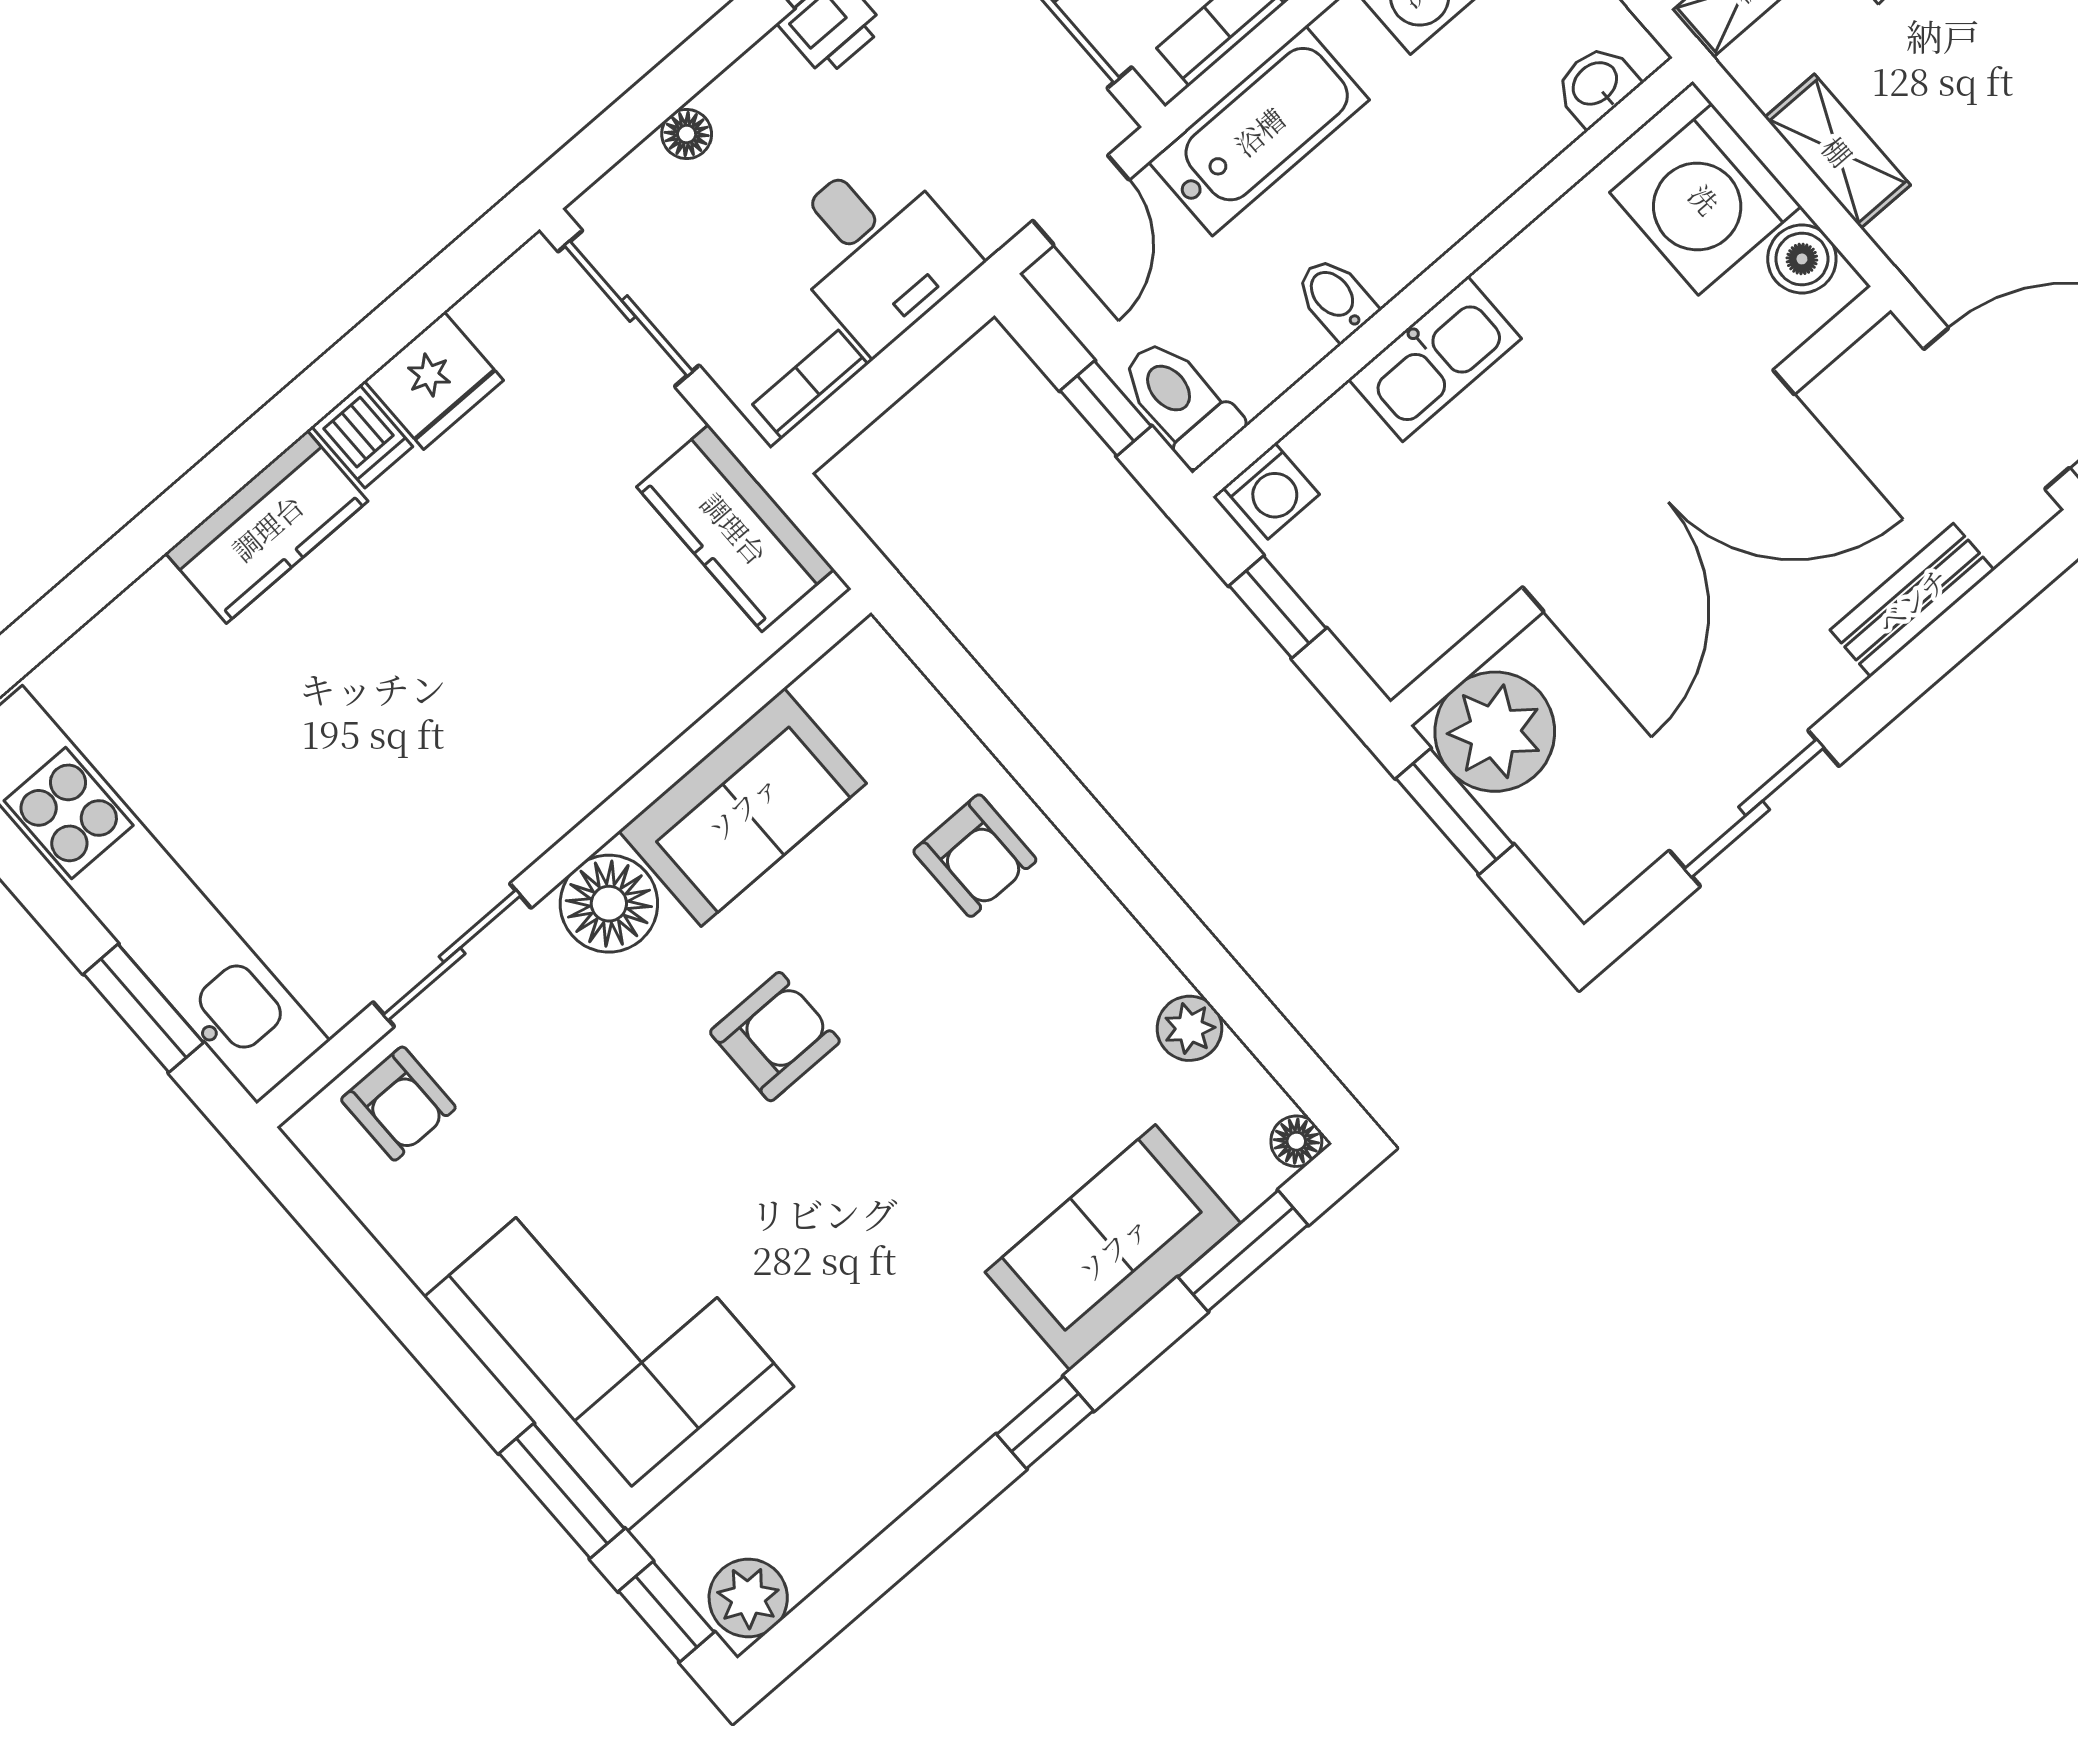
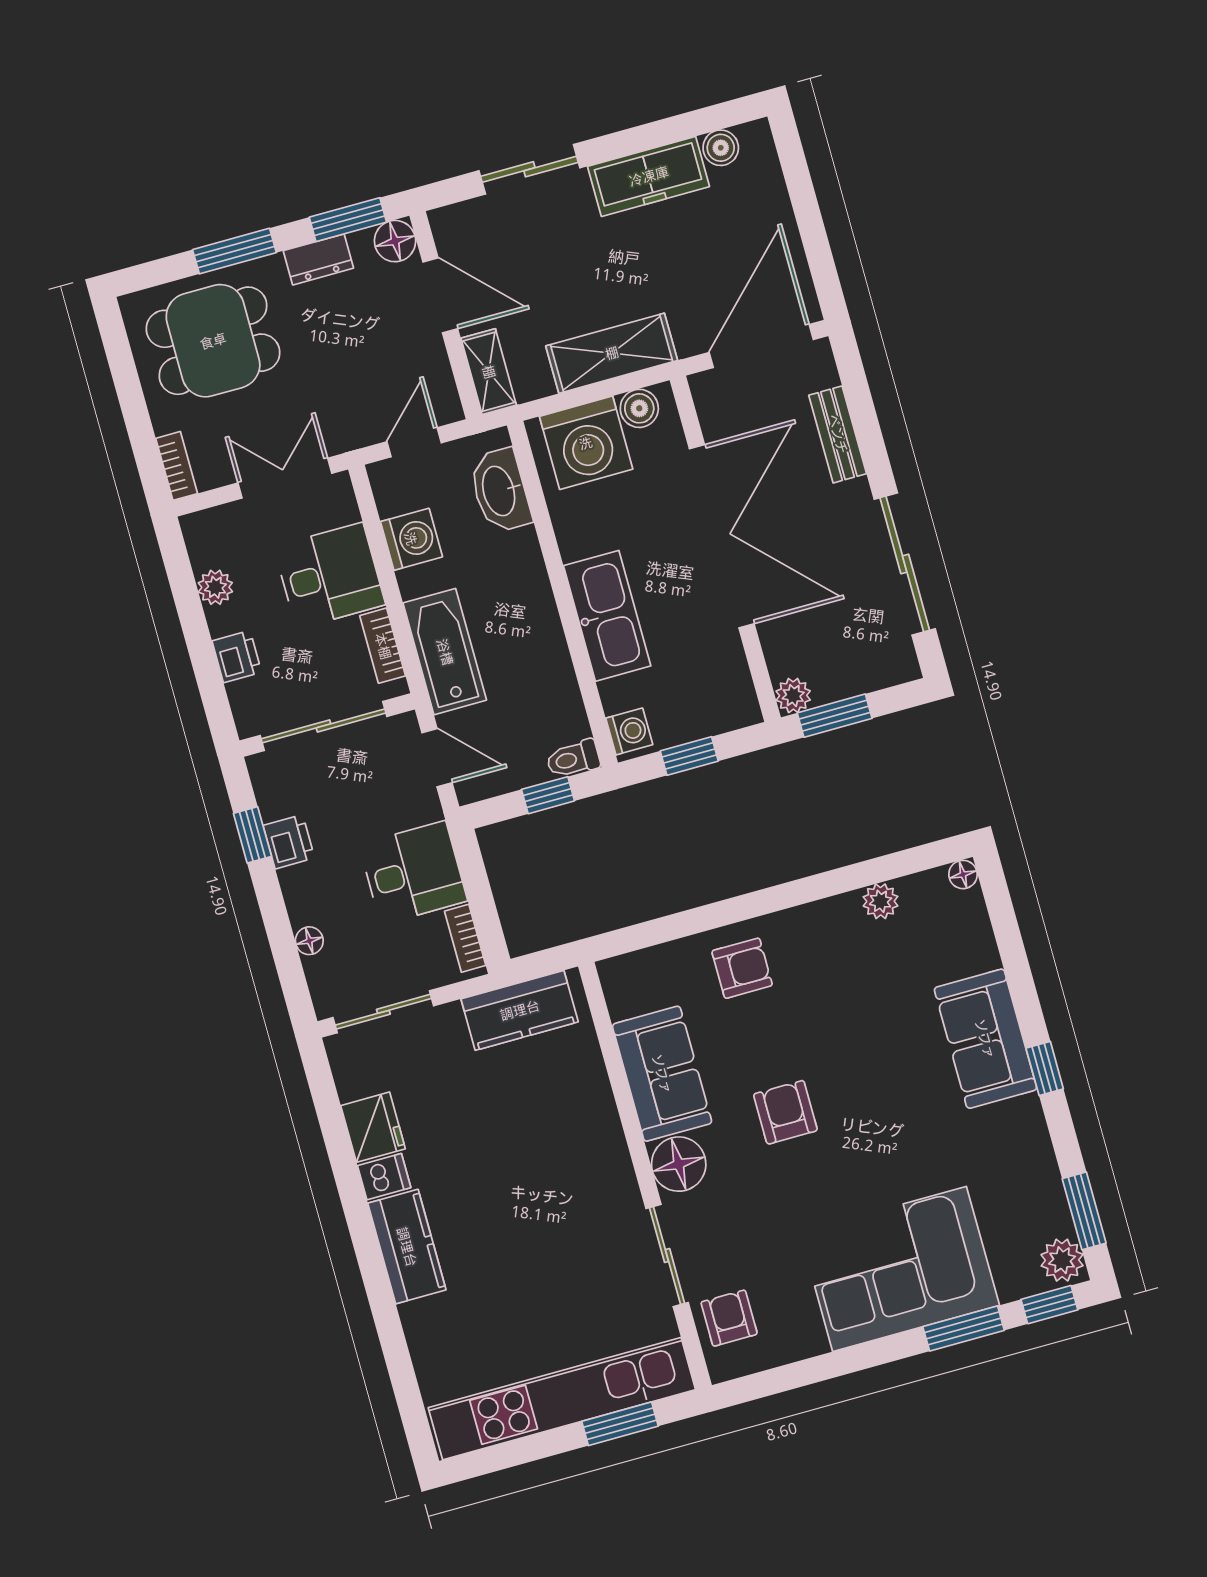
washbasin: (1596, 85) -> (500, 491), width x1.91, depth x1.45
shelving: (1838, 151) -> (612, 353), width x1.50, depth x1.33
bidet: (1336, 298) -> (547, 653), removed
kitchen sink: (1435, 359) -> (607, 616), width x1.36, depth x1.24
toilet: (1180, 401) -> (573, 759), width x0.73, depth x0.72
plant: (1495, 732) -> (793, 696), width x0.53, depth x0.53
sliding door: (1754, 808) -> (905, 564), width x1.37
armchair: (398, 1104) -> (729, 1318), turned -90
sofa: (1113, 1248) -> (985, 1039), moved
window: (1243, 1251) -> (1084, 1211), moved

